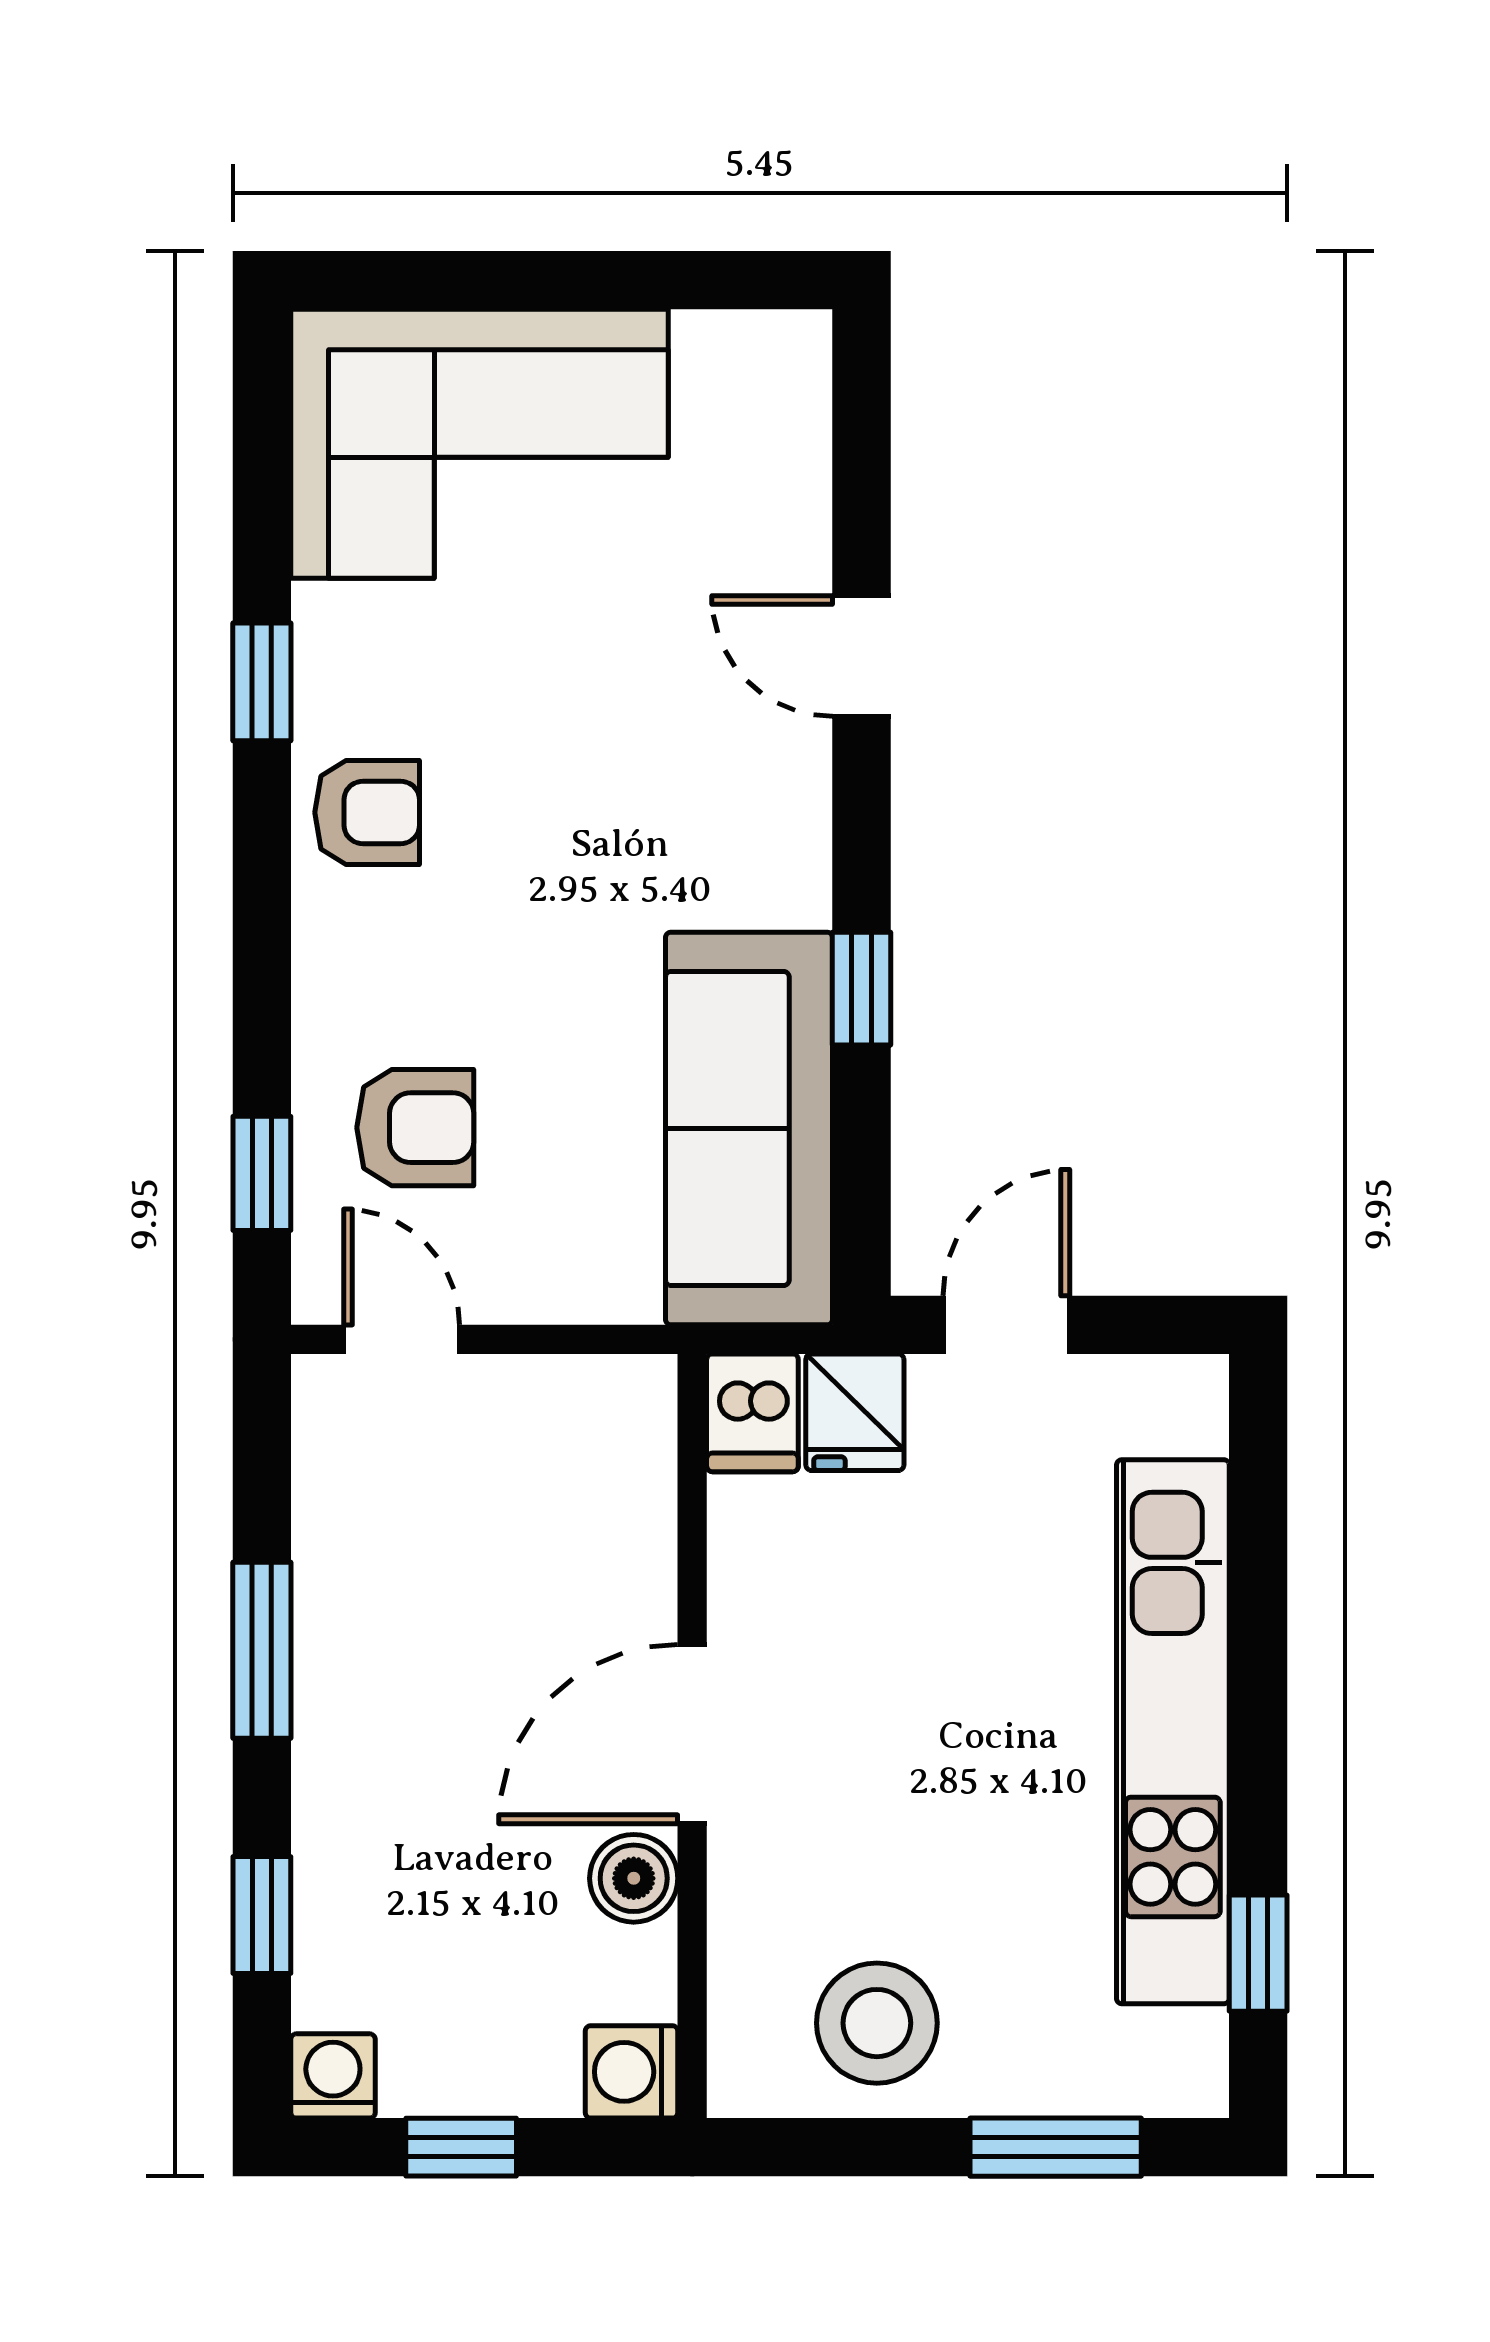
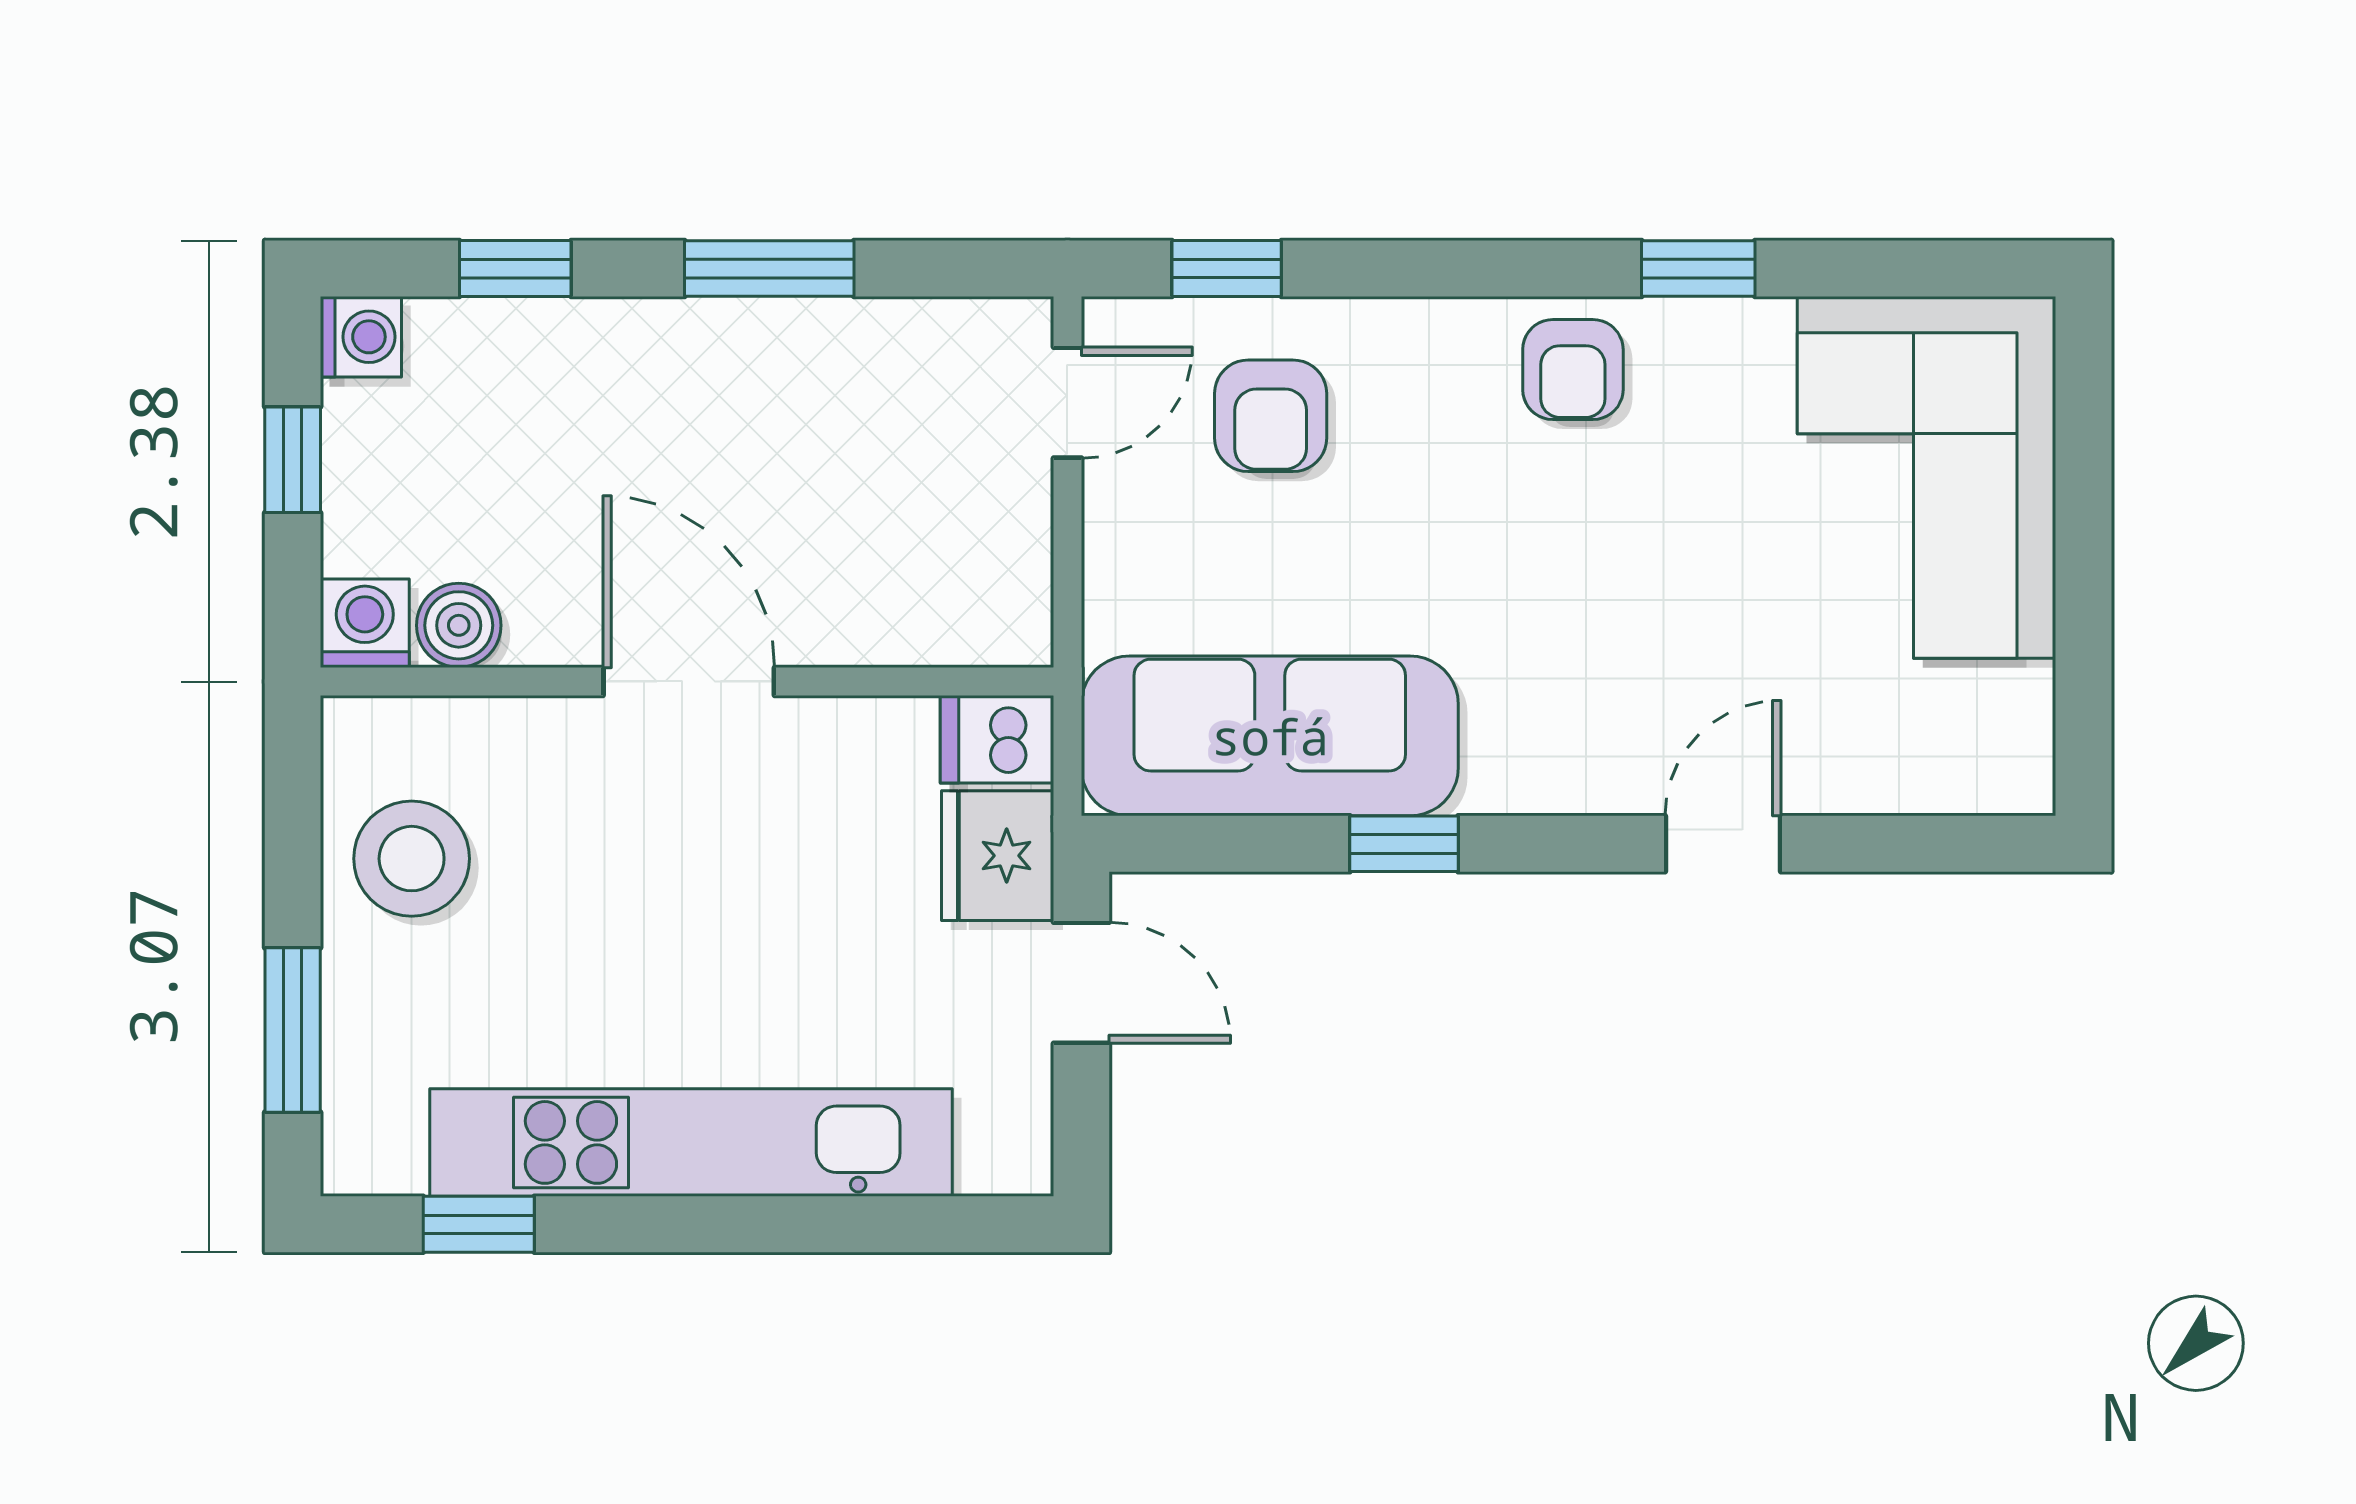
fridge: (855, 1412) -> (998, 856), width x1.38
boiler: (634, 1878) -> (459, 625), moved

